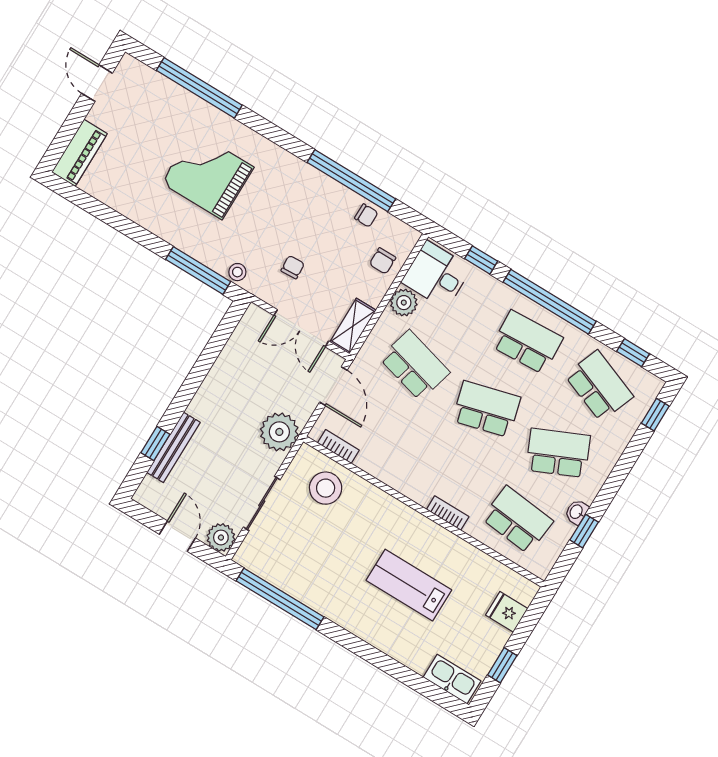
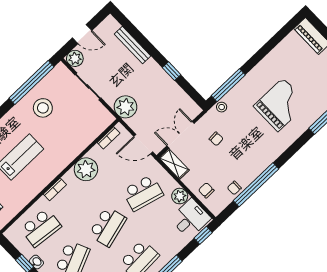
window: (481, 260) -> (203, 235), moved
window: (155, 443) -> (172, 71), moved
plant: (400, 470) -> (86, 169), added
stool: (326, 488) -> (43, 108), moved

